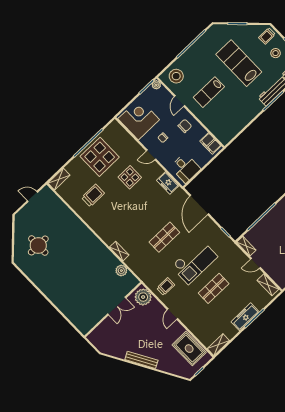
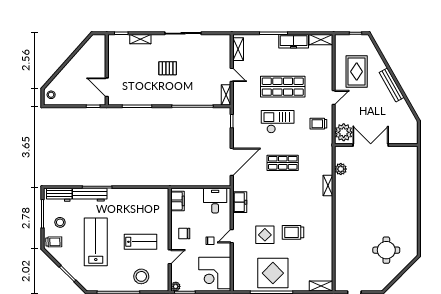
lab bench: (239, 63) -> (96, 242), turned 180
stool: (176, 76) -> (141, 276), moved
door: (151, 155) -> (232, 236), swing flipped
trolley: (93, 195) -> (293, 232), moved
checkout: (194, 262) -> (278, 122), width x0.73, depth x0.83
shop shelf: (214, 288) -> (283, 87), width x1.43, depth x1.36
double door: (117, 306) -> (371, 145), width x1.37
freezer: (245, 317) -> (294, 41), moved
rug: (189, 349) -> (357, 72), moved

